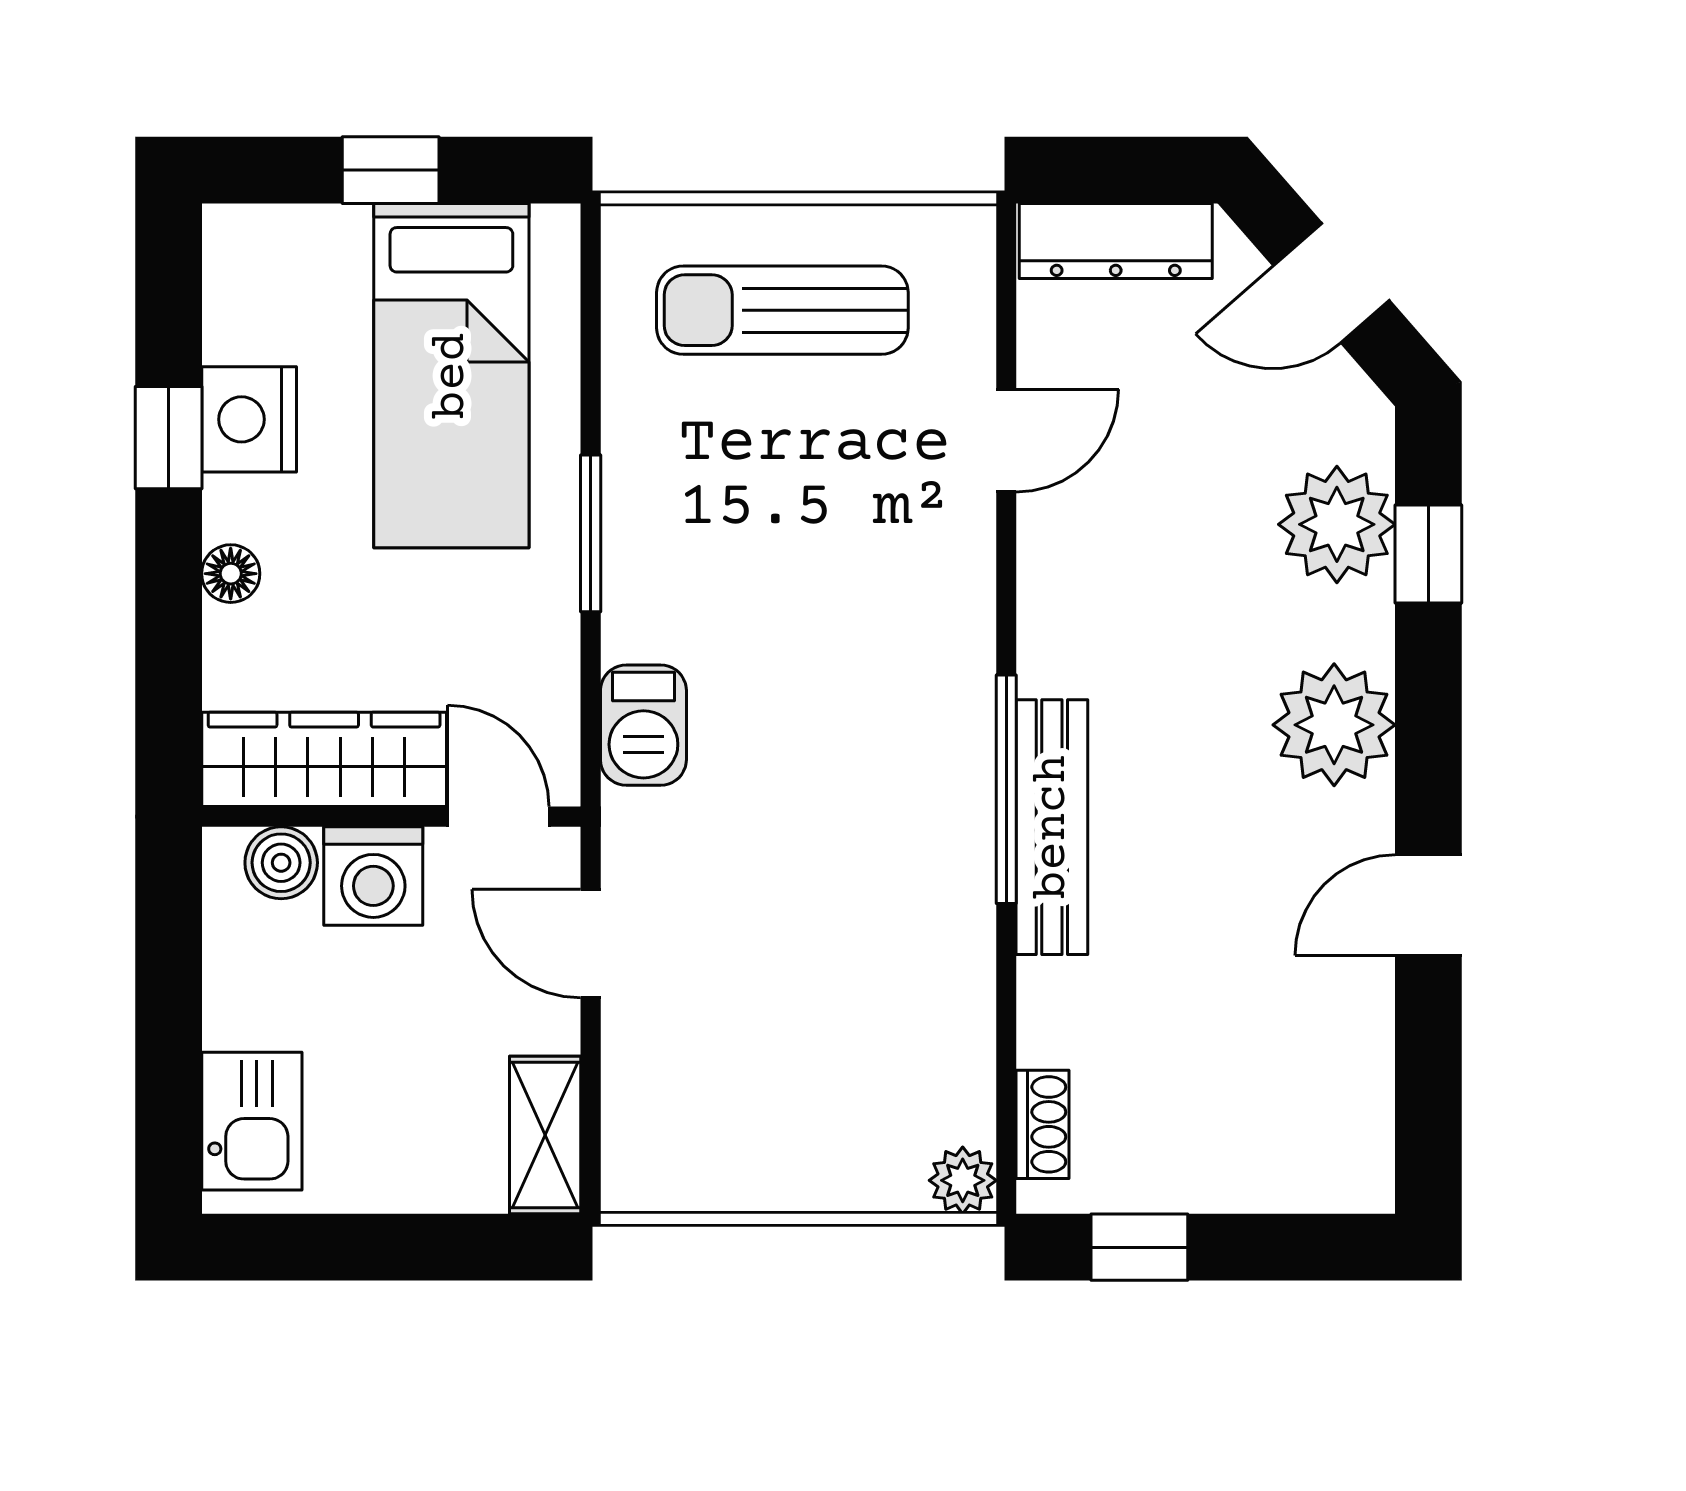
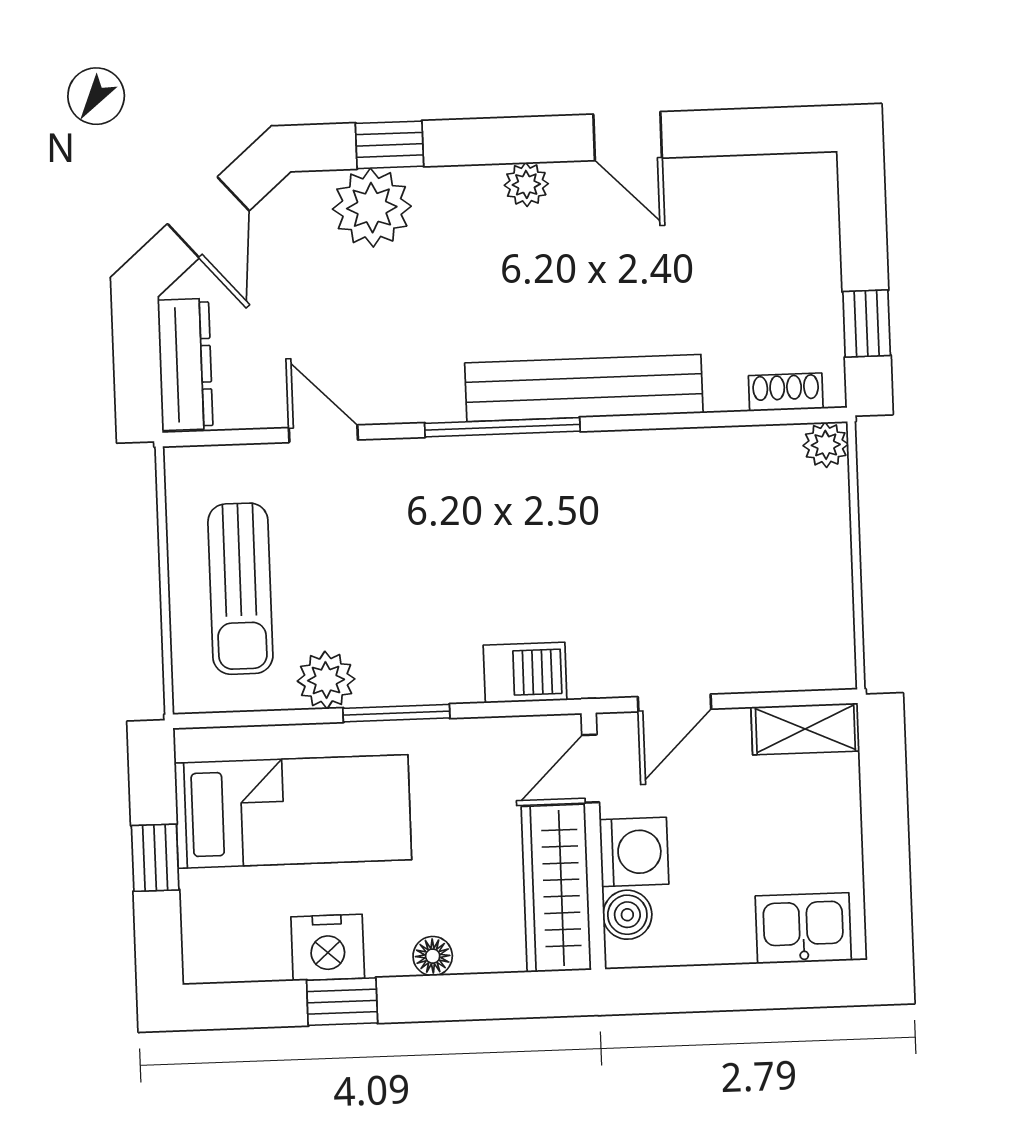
plant: (643, 431) -> (326, 680), added
plant: (1334, 725) -> (526, 184), width x0.53, depth x0.53
window: (1006, 789) -> (502, 427), moved
bench: (1052, 827) -> (584, 388), width x1.37, depth x1.21

